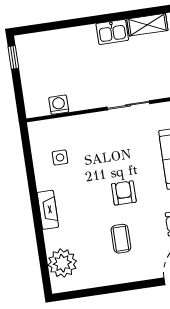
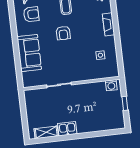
window: (13, 57) -> (125, 103), moved
washing machine: (59, 105) -> (111, 85), moved

